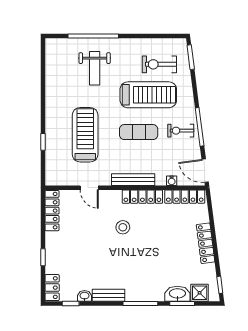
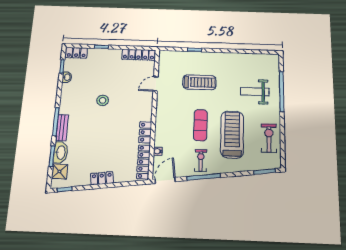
exercise bike: (159, 64) -> (269, 138), moved
treadmill: (148, 95) -> (232, 134), turned 180
treadmill: (85, 135) -> (199, 82), width x0.73, depth x0.73
bench: (133, 180) -> (160, 119), removed
locker: (142, 197) -> (145, 132), width x0.66
stool: (123, 227) -> (103, 100), moved
locker: (206, 243) -> (102, 178), width x0.66
bench: (109, 295) -> (62, 128), moved

